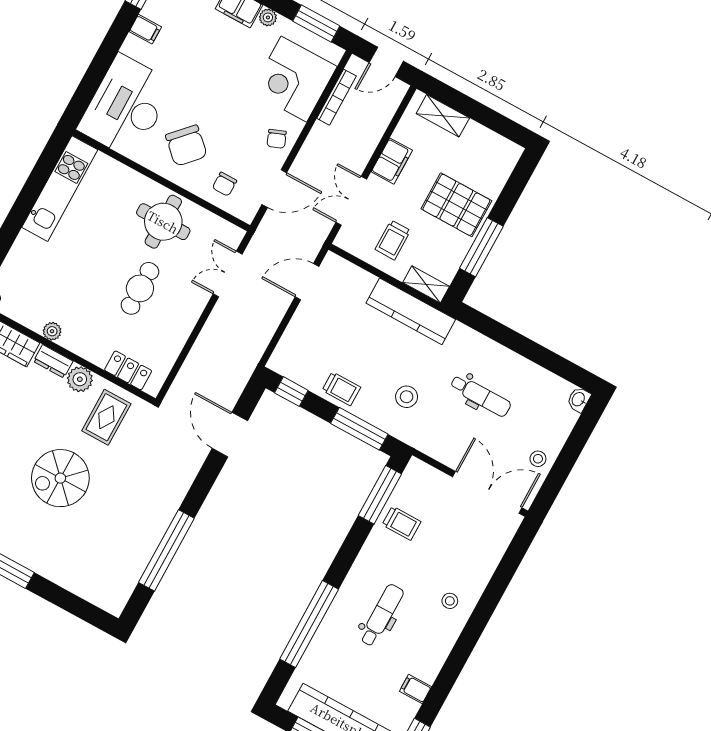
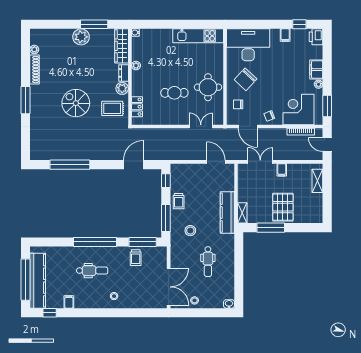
filing cabinet: (392, 161) -> (282, 170), width x0.50
trolley: (393, 240) -> (253, 188), removed
window: (309, 624) -> (95, 242), moved

